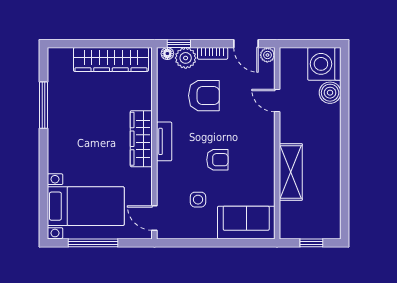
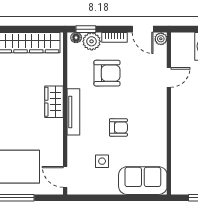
door: (277, 101) -> (169, 77), swing flipped
wardrobe: (141, 139) -> (54, 102), width x0.67
tv unit: (164, 141) -> (73, 112), width x1.41
shelving: (291, 172) -> (180, 138), removed

